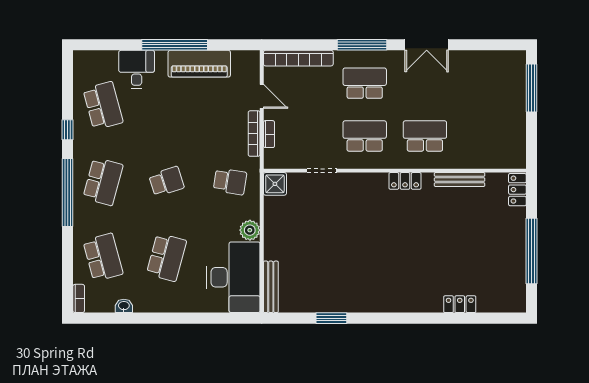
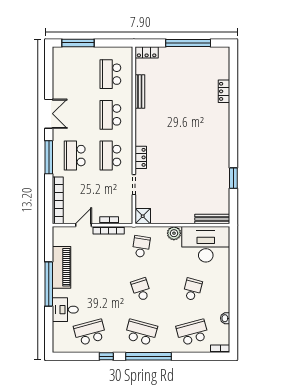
school desk: (485, 136) -> (110, 74), added
locker: (405, 181) -> (141, 157), moved
school desk: (166, 257) -> (192, 289), width x0.54

